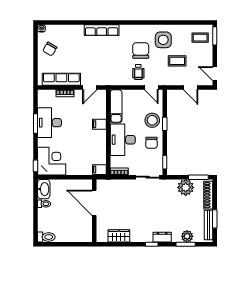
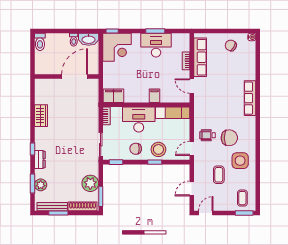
filing cabinet: (99, 170) -> (114, 96), width x2.00
door: (94, 203) -> (75, 77), moved
wall: (94, 211) -> (67, 77), moved

